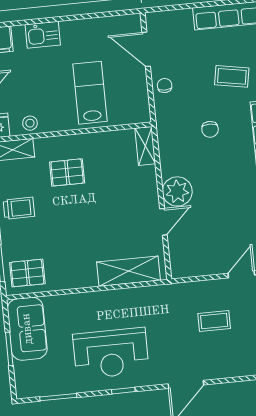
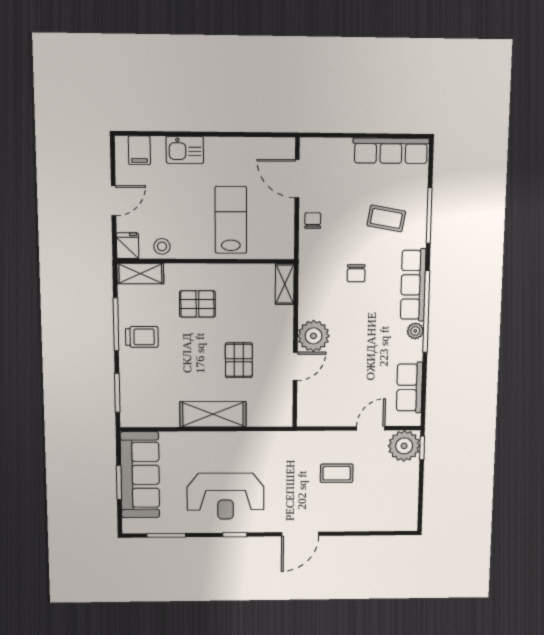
shelving: (129, 271) -> (213, 414), moved
pallet: (27, 273) -> (239, 360), moved, turned 90
sofa: (27, 329) -> (140, 475), width x1.36

